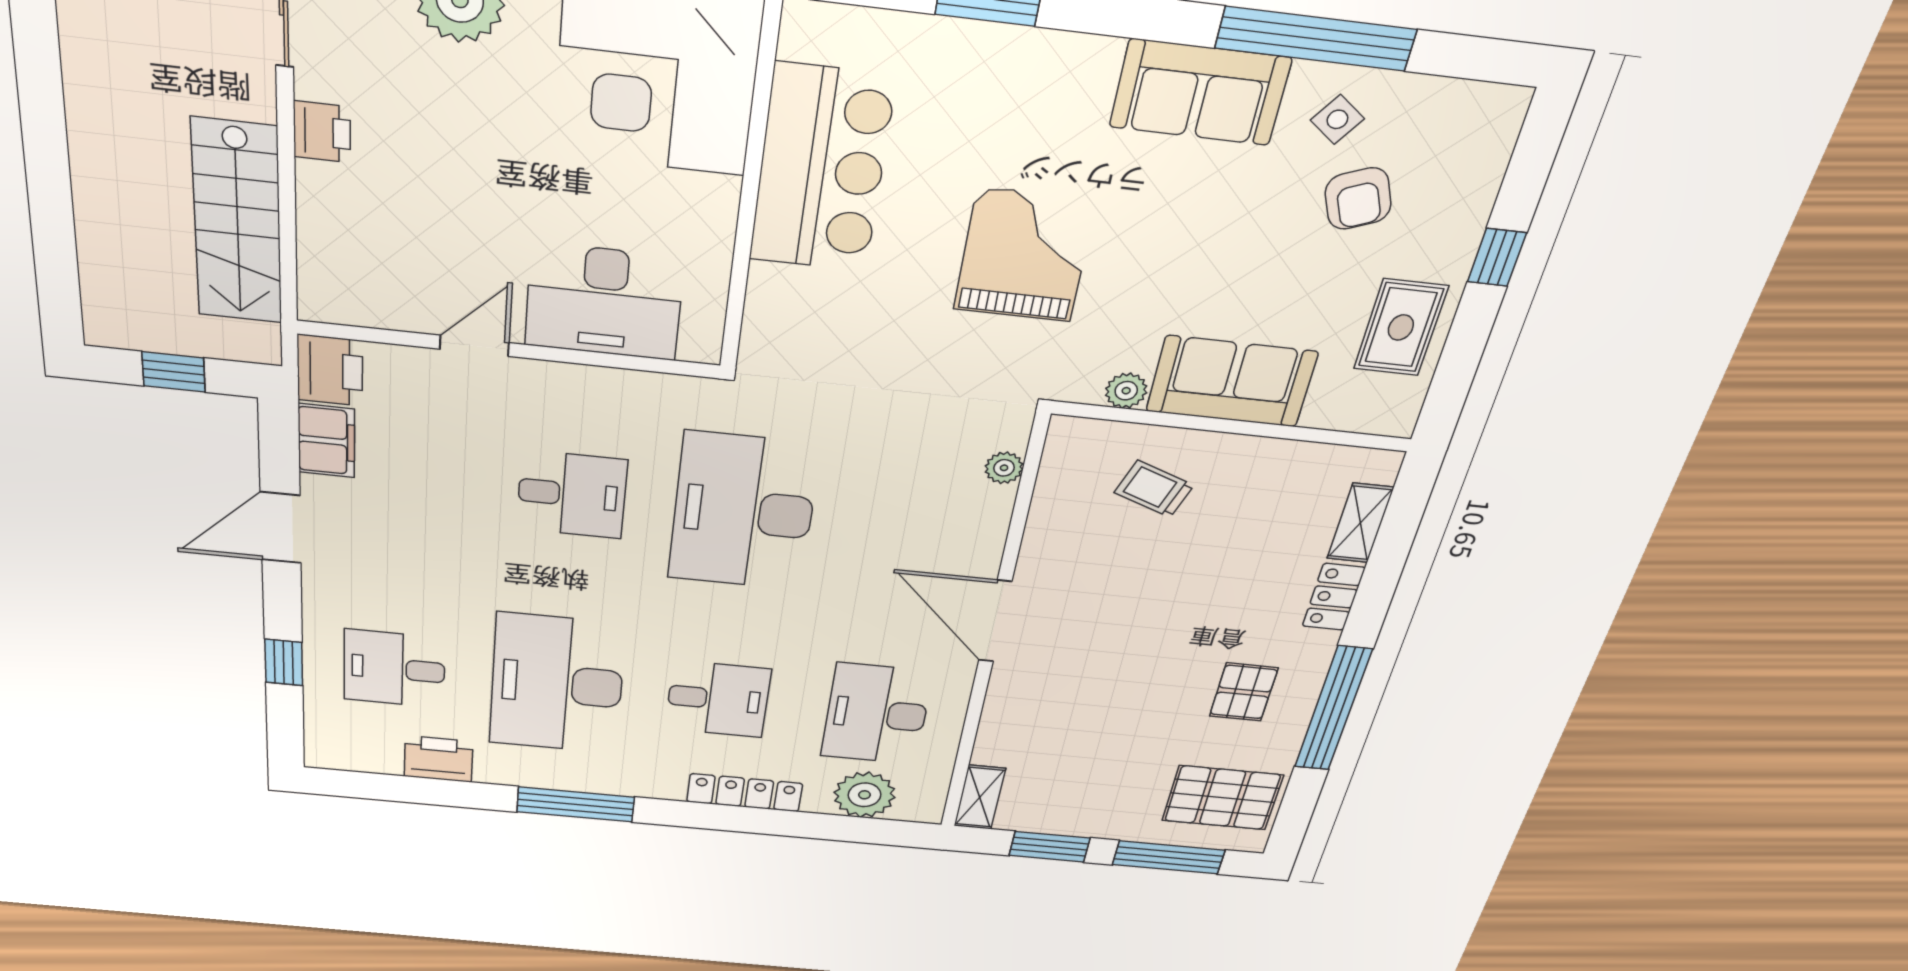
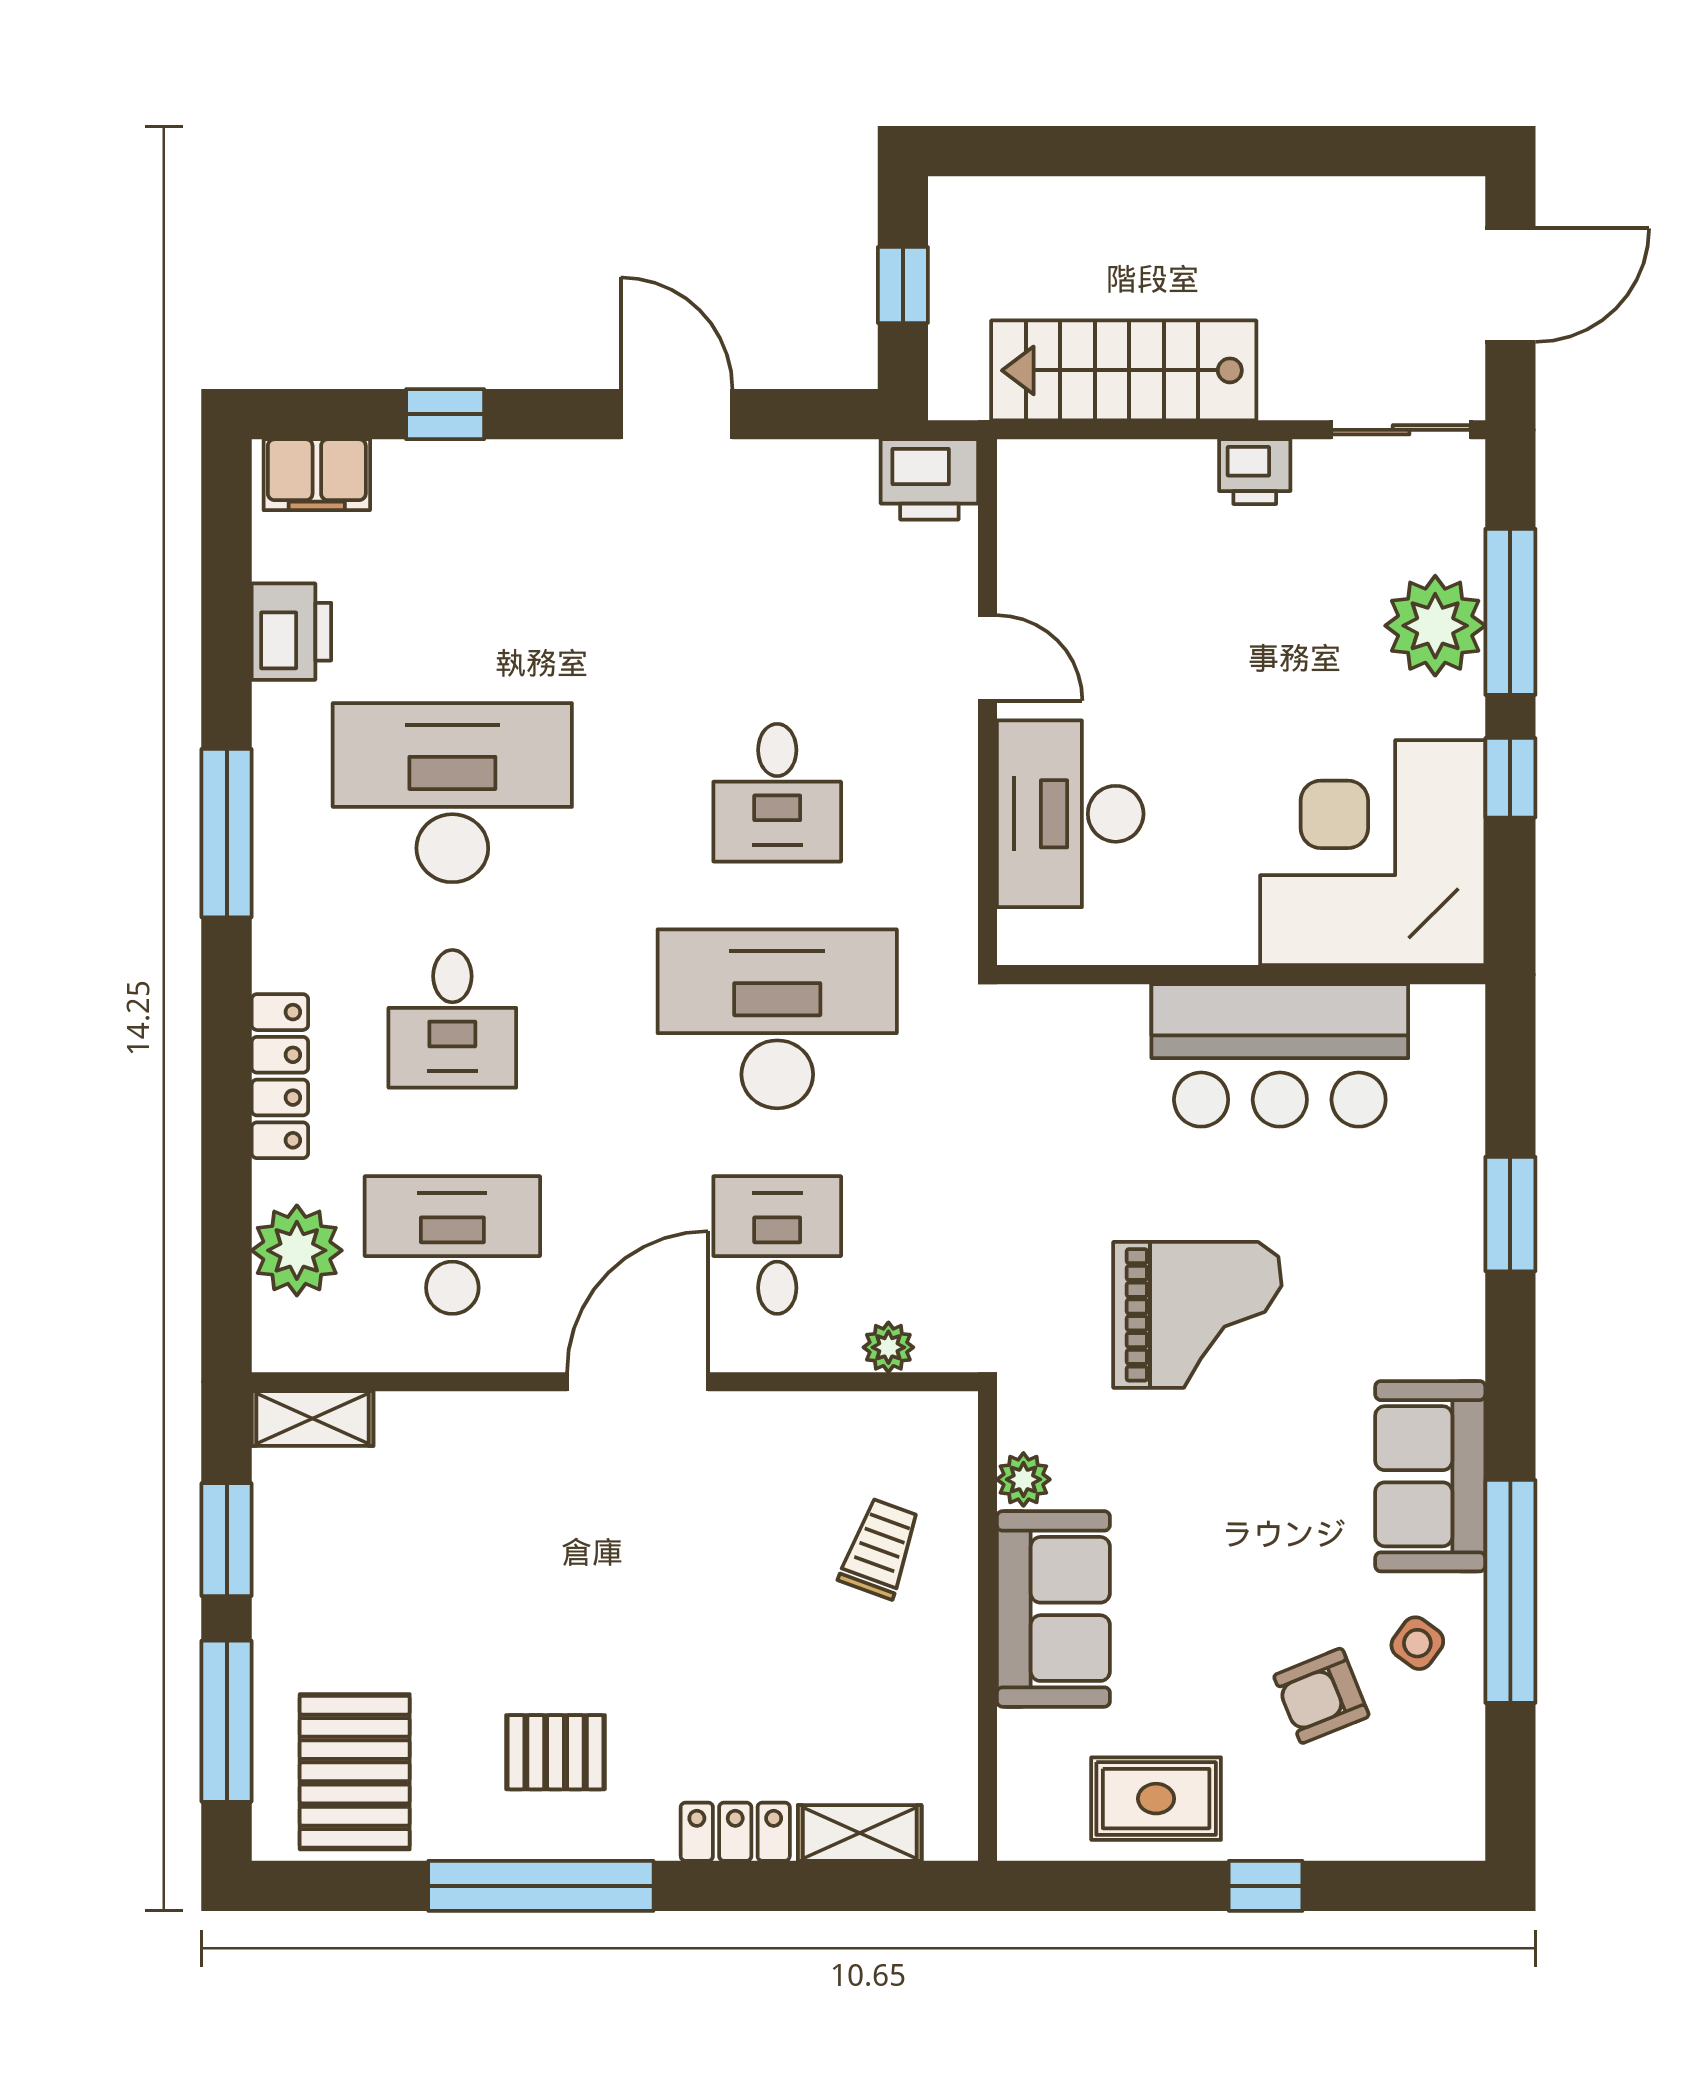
filing cabinet: (326, 441) -> (317, 475), moved
desk: (394, 669) -> (777, 1245), moved

